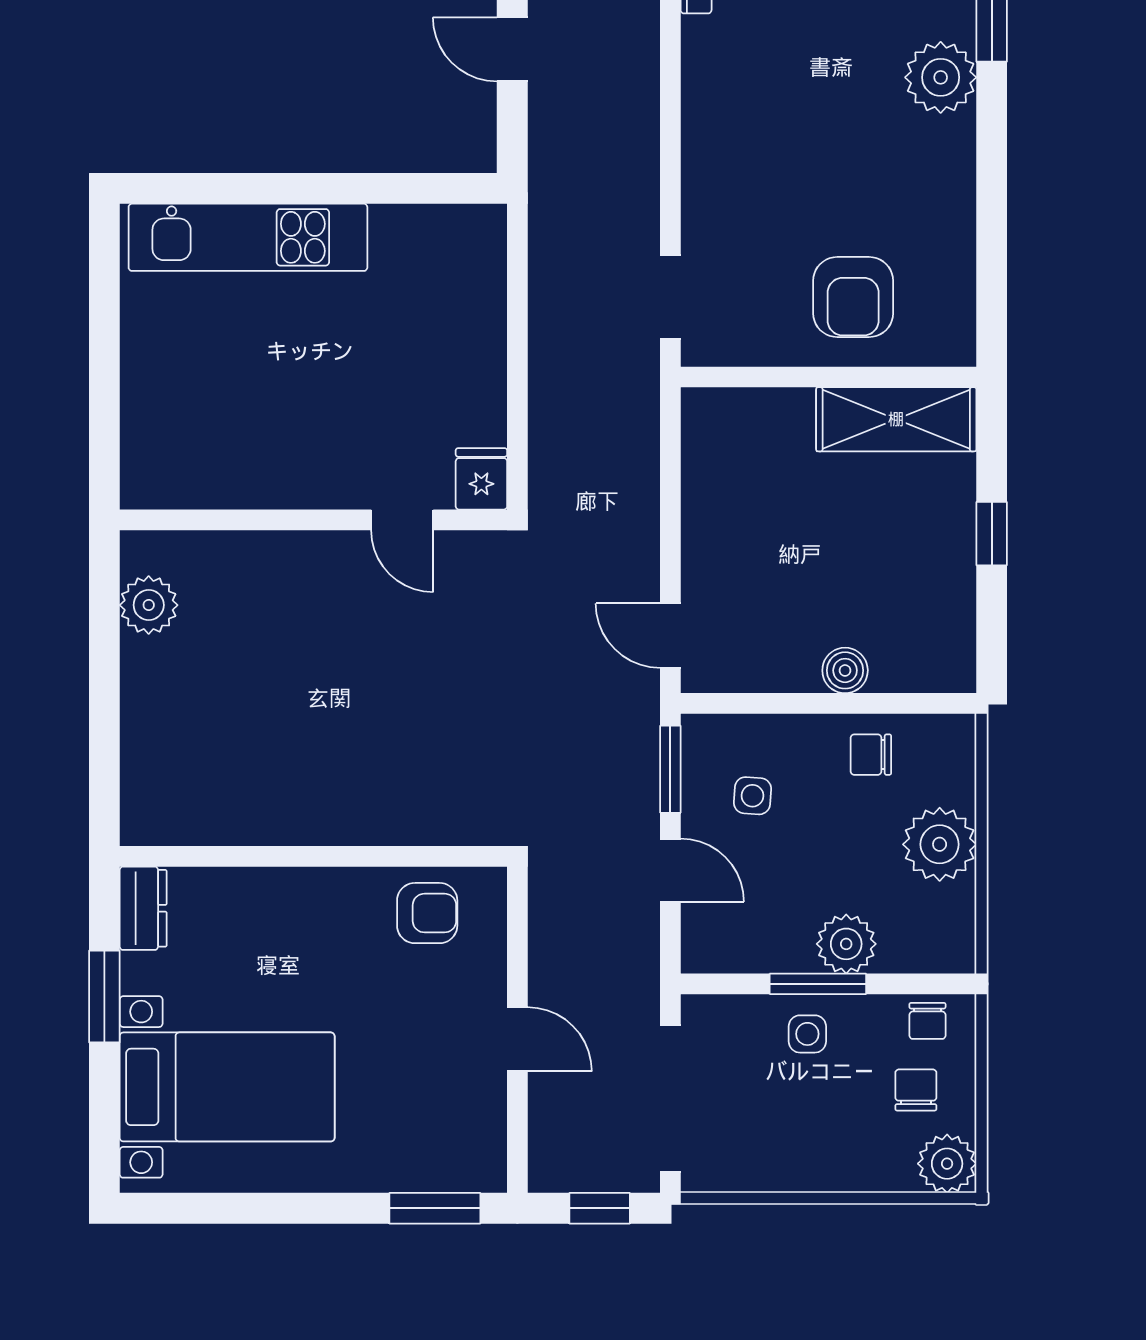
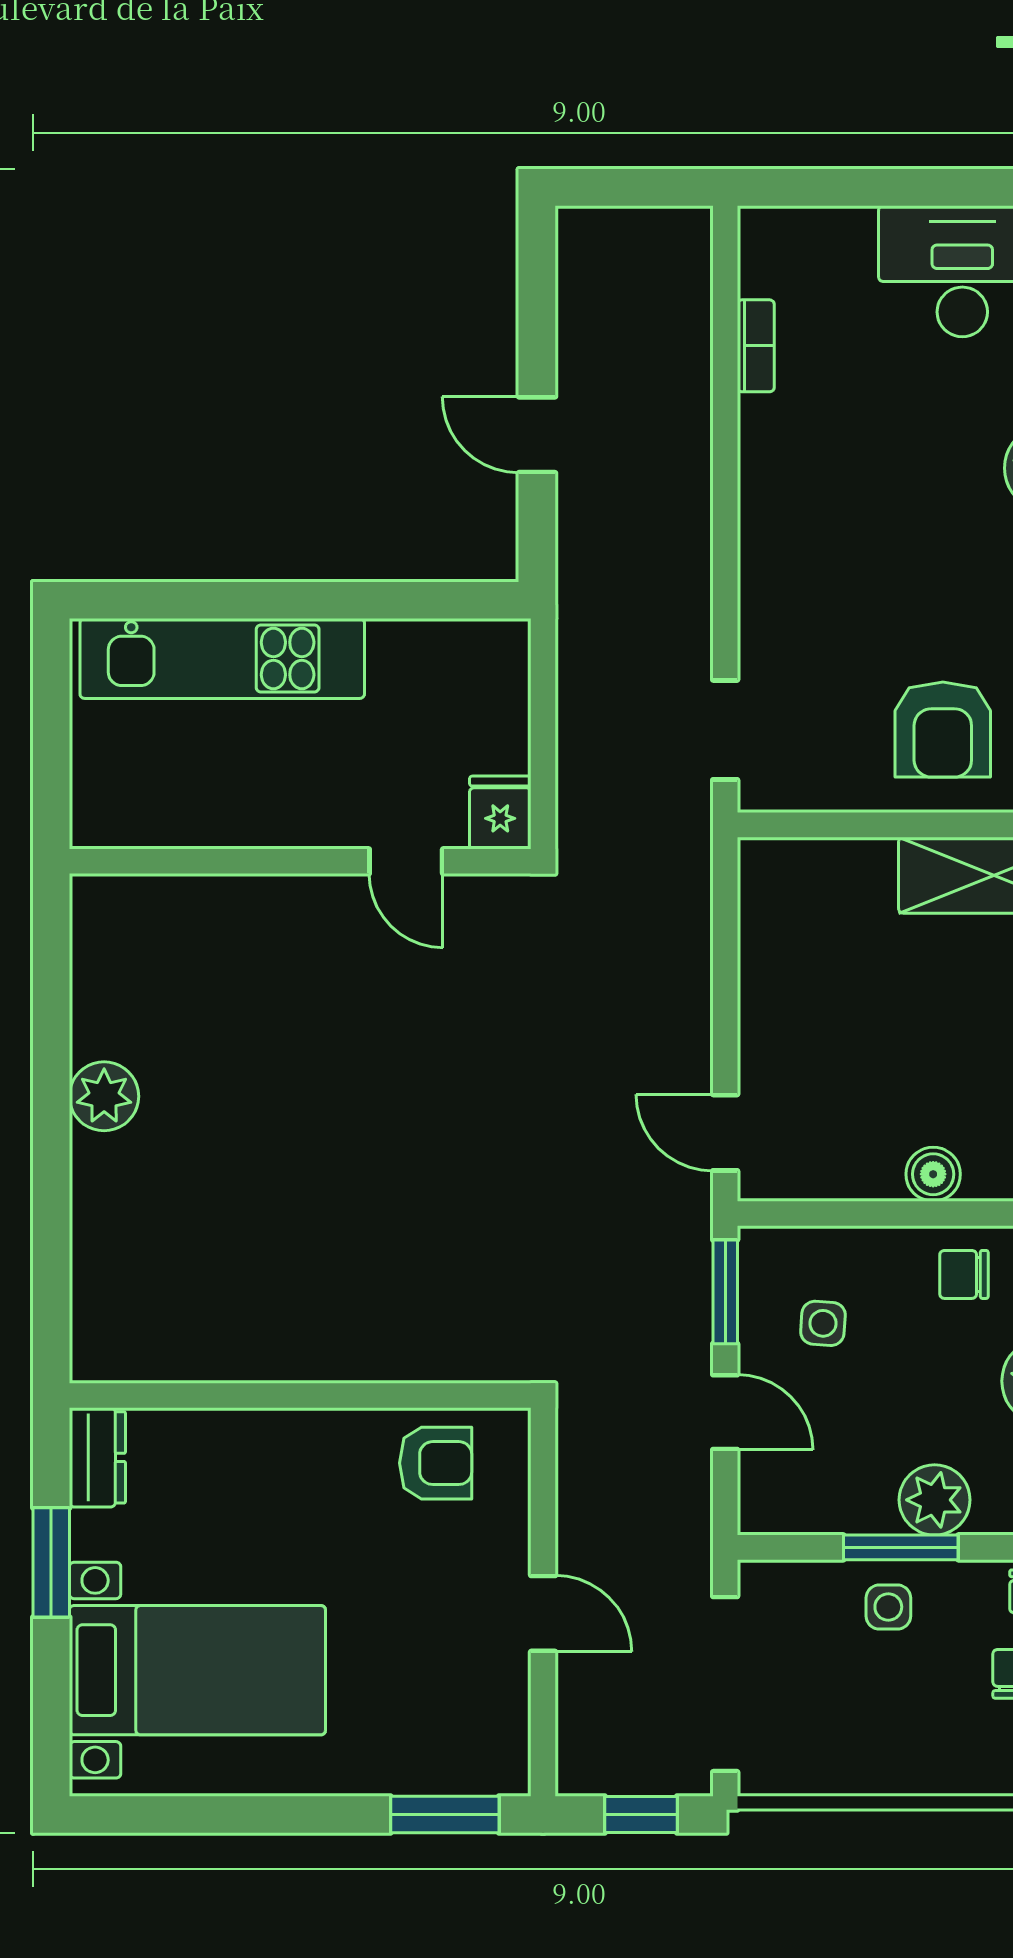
fridge: (481, 479) -> (500, 813), moved
wall: (313, 520) -> (300, 861), moved
door: (402, 520) -> (406, 861), moved

